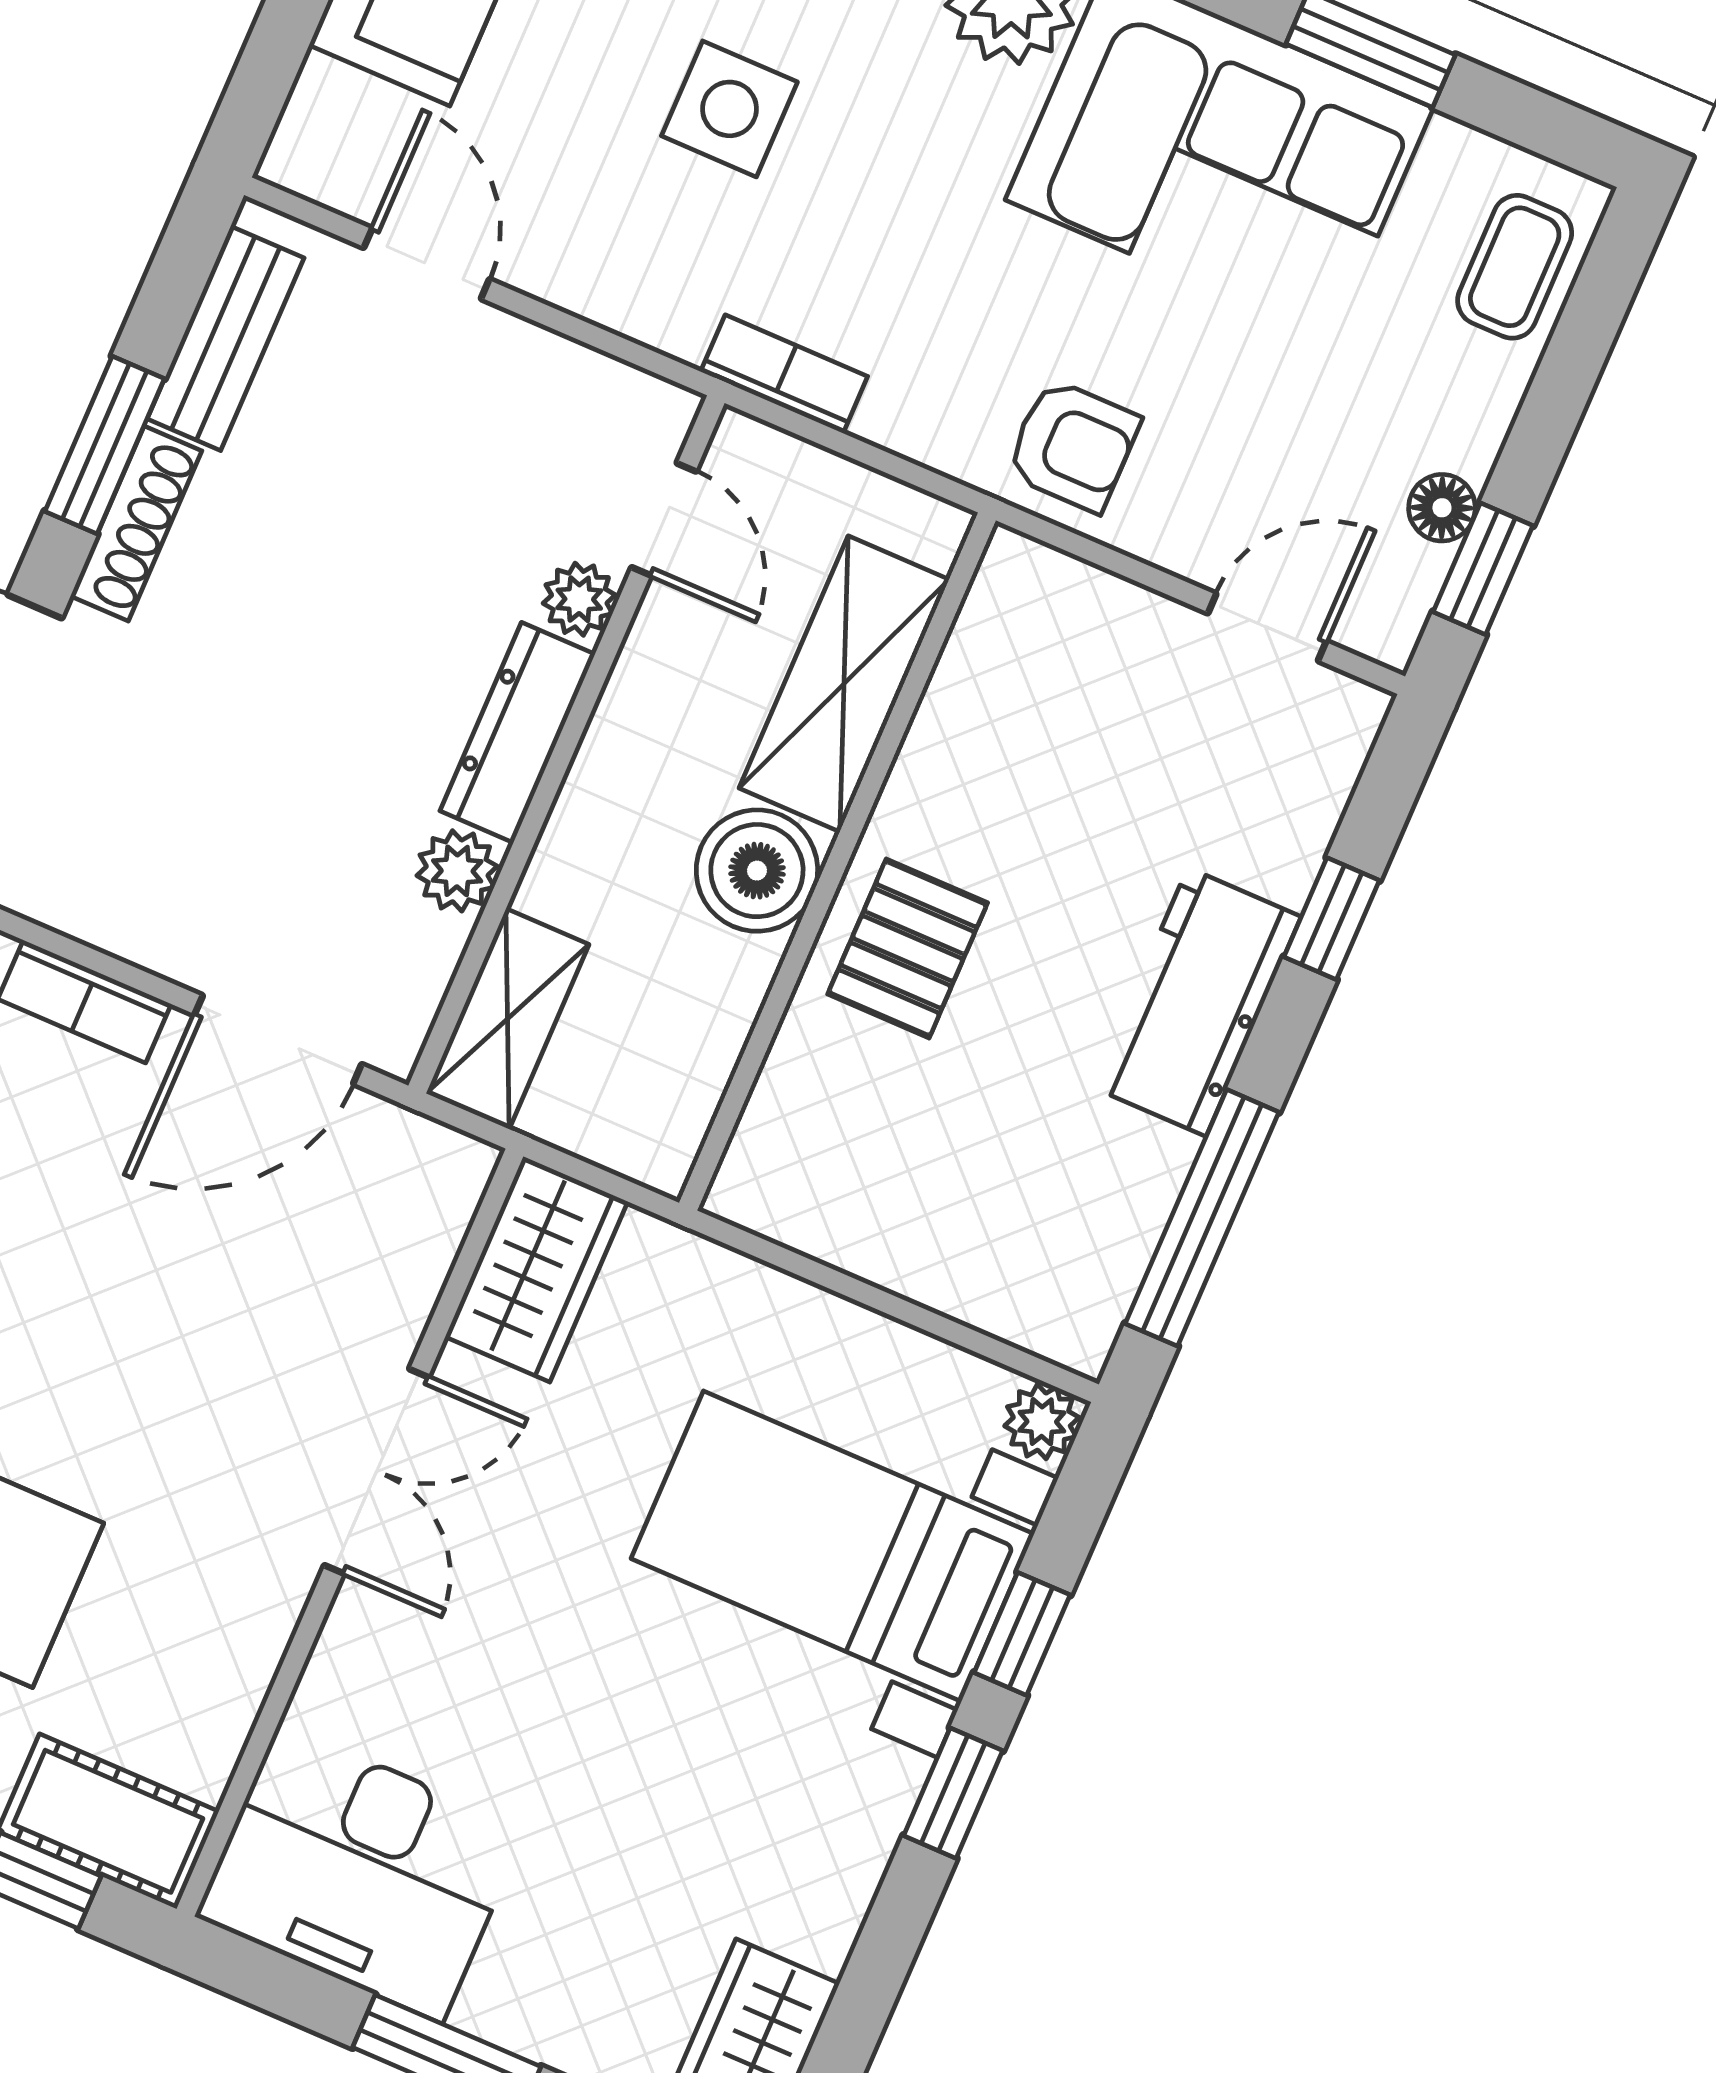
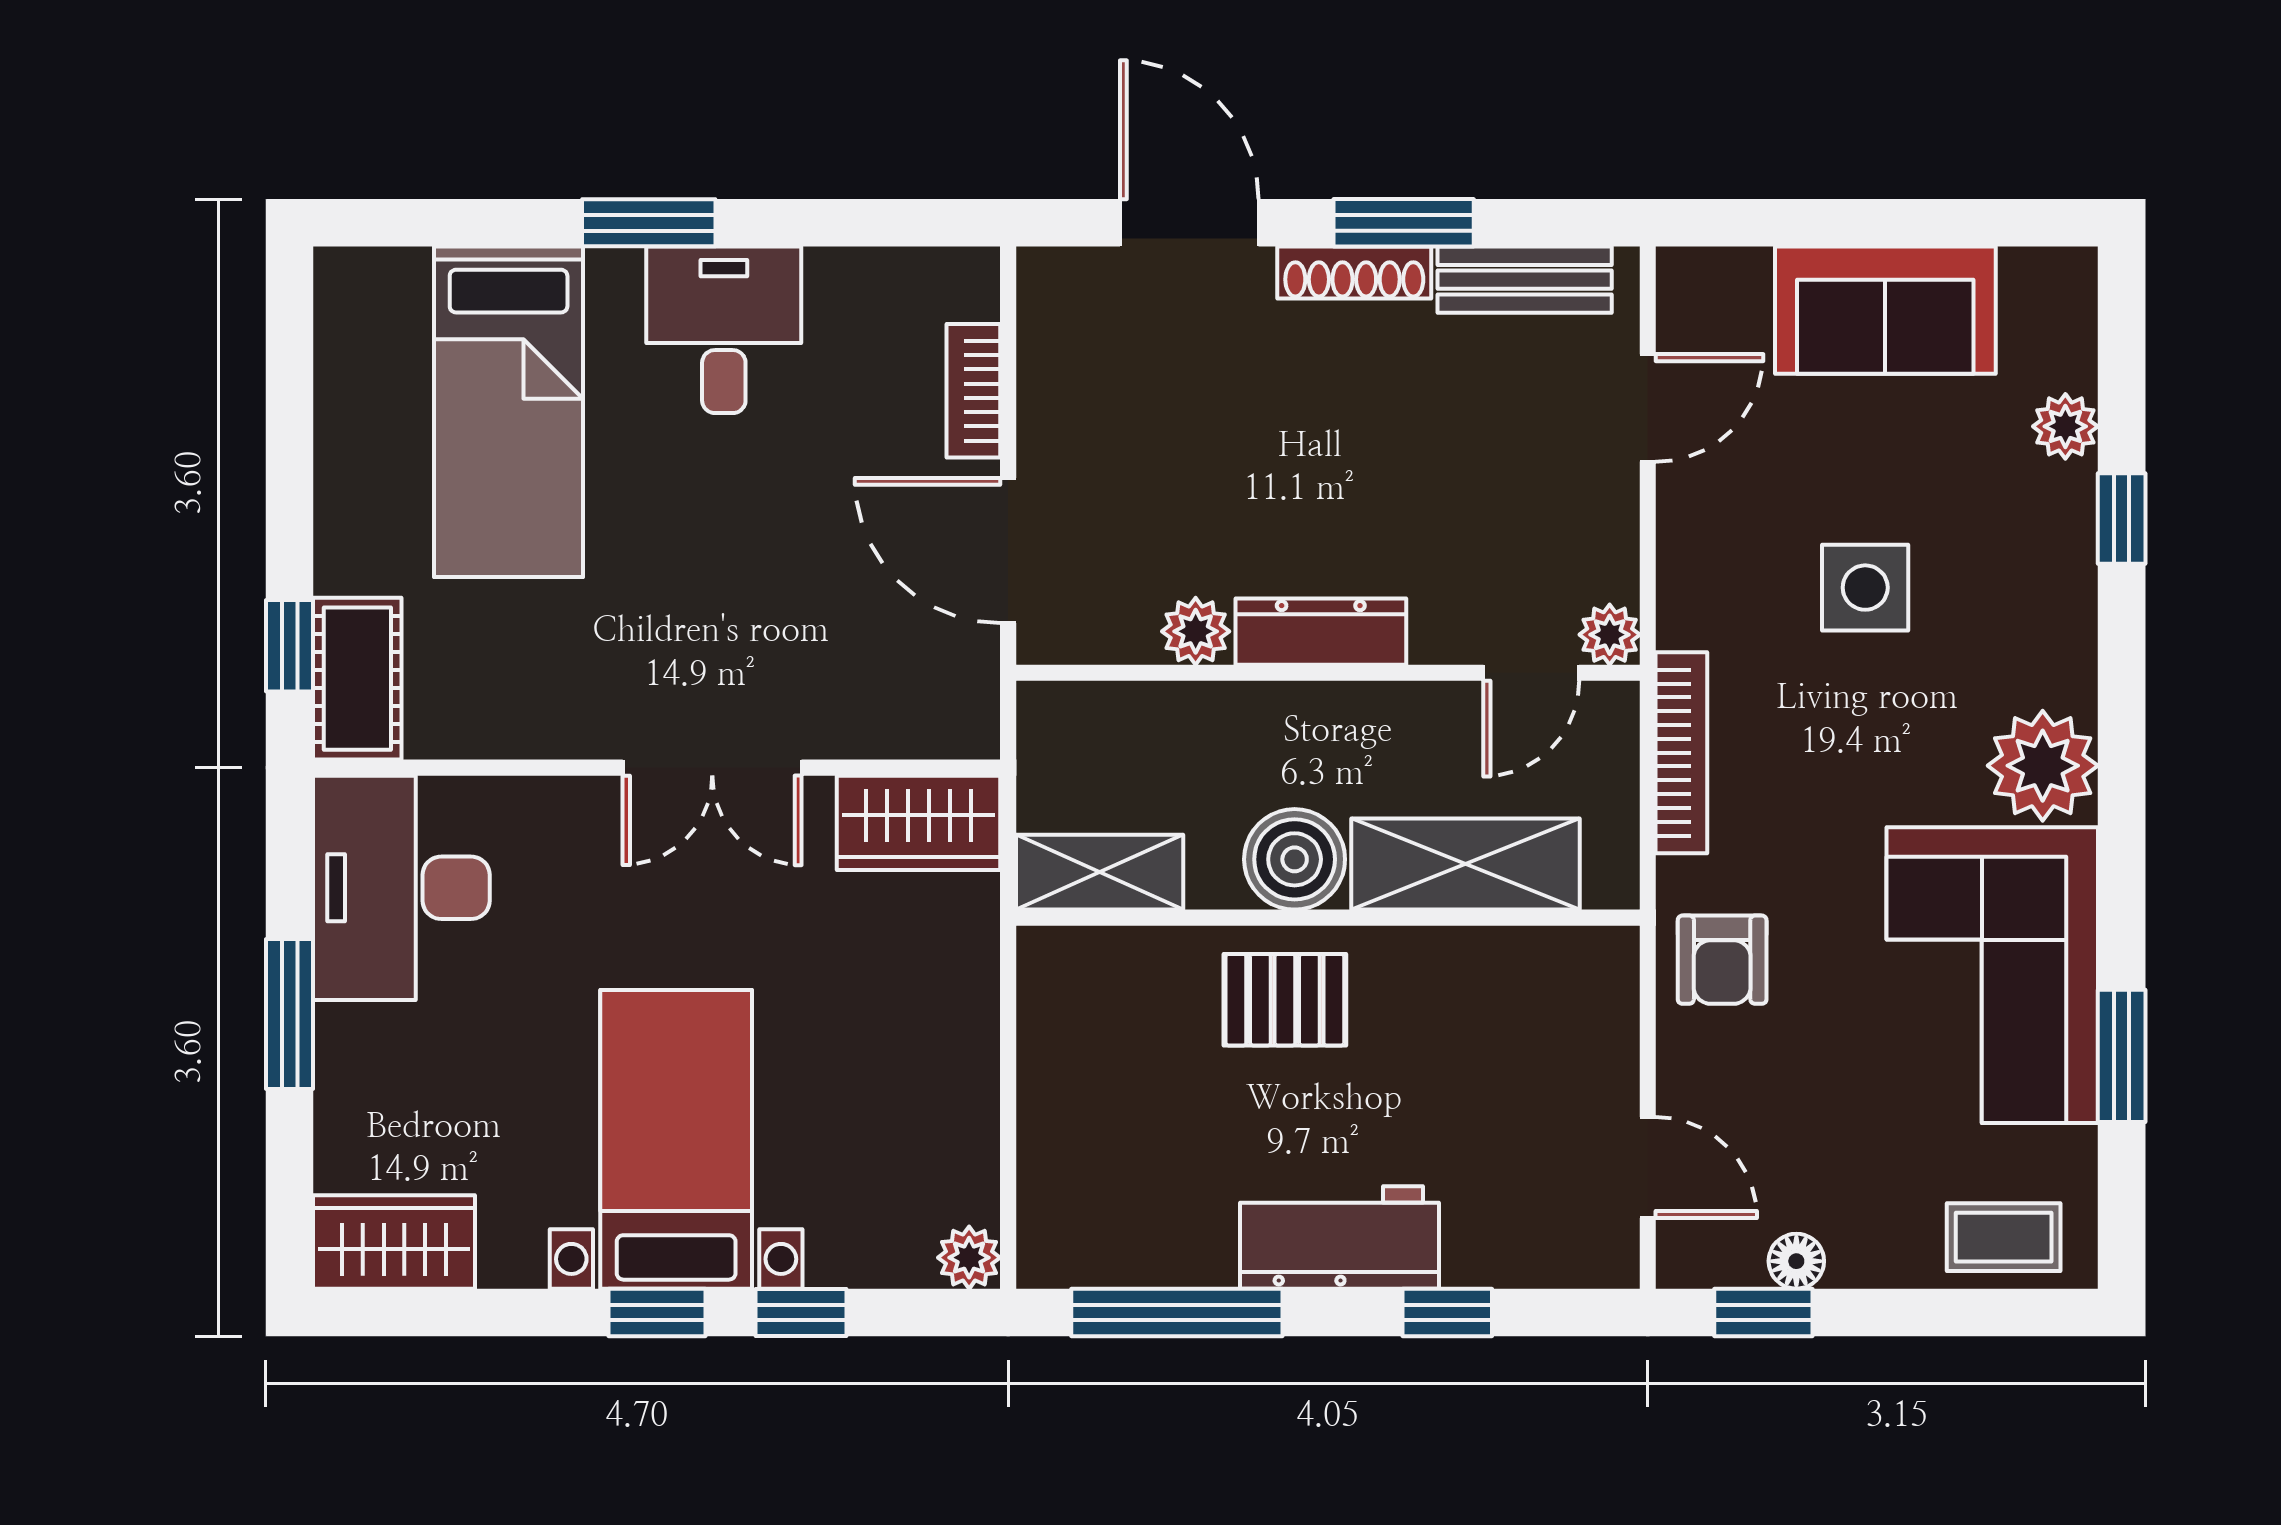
bookcase: (784, 374) -> (1681, 753), width x1.56
plant: (579, 599) -> (1610, 635), moved
shelving: (508, 1019) -> (1100, 872), moved
bed with nightstands: (833, 1546) -> (676, 1139), moved

